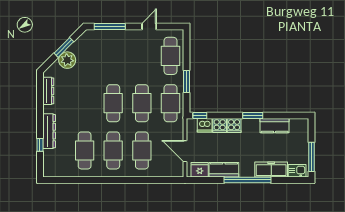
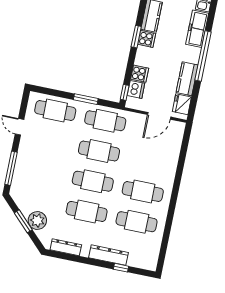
cooker: (234, 126) -> (147, 39), moved
cafe table: (142, 150) -> (87, 211), moved

